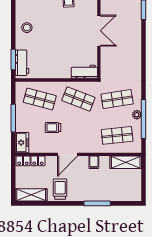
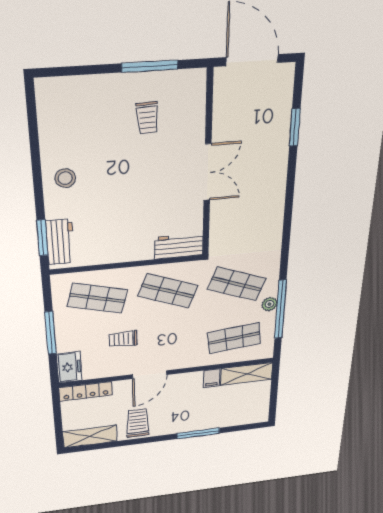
shop shelf: (117, 99) -> (237, 284), turned 30
filing cabinet: (94, 162) -> (212, 378), moved

